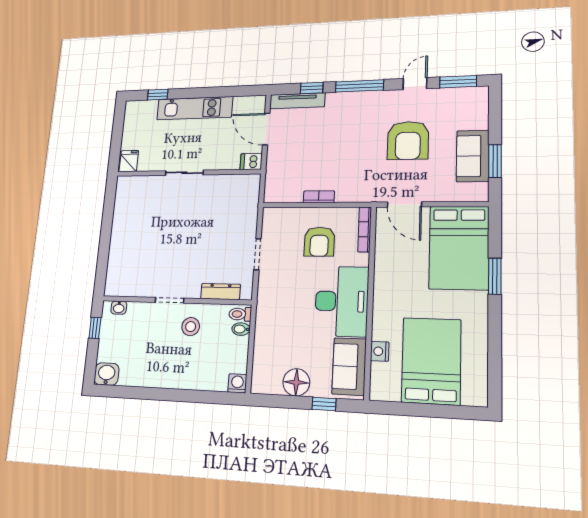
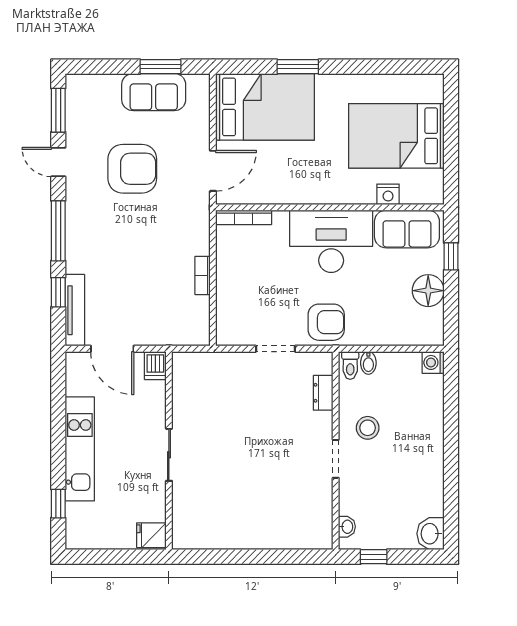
door: (266, 129) -> (112, 349), hinge flipped
armchair: (319, 242) -> (326, 322), moved
dresser: (220, 292) -> (323, 393), width x0.70

